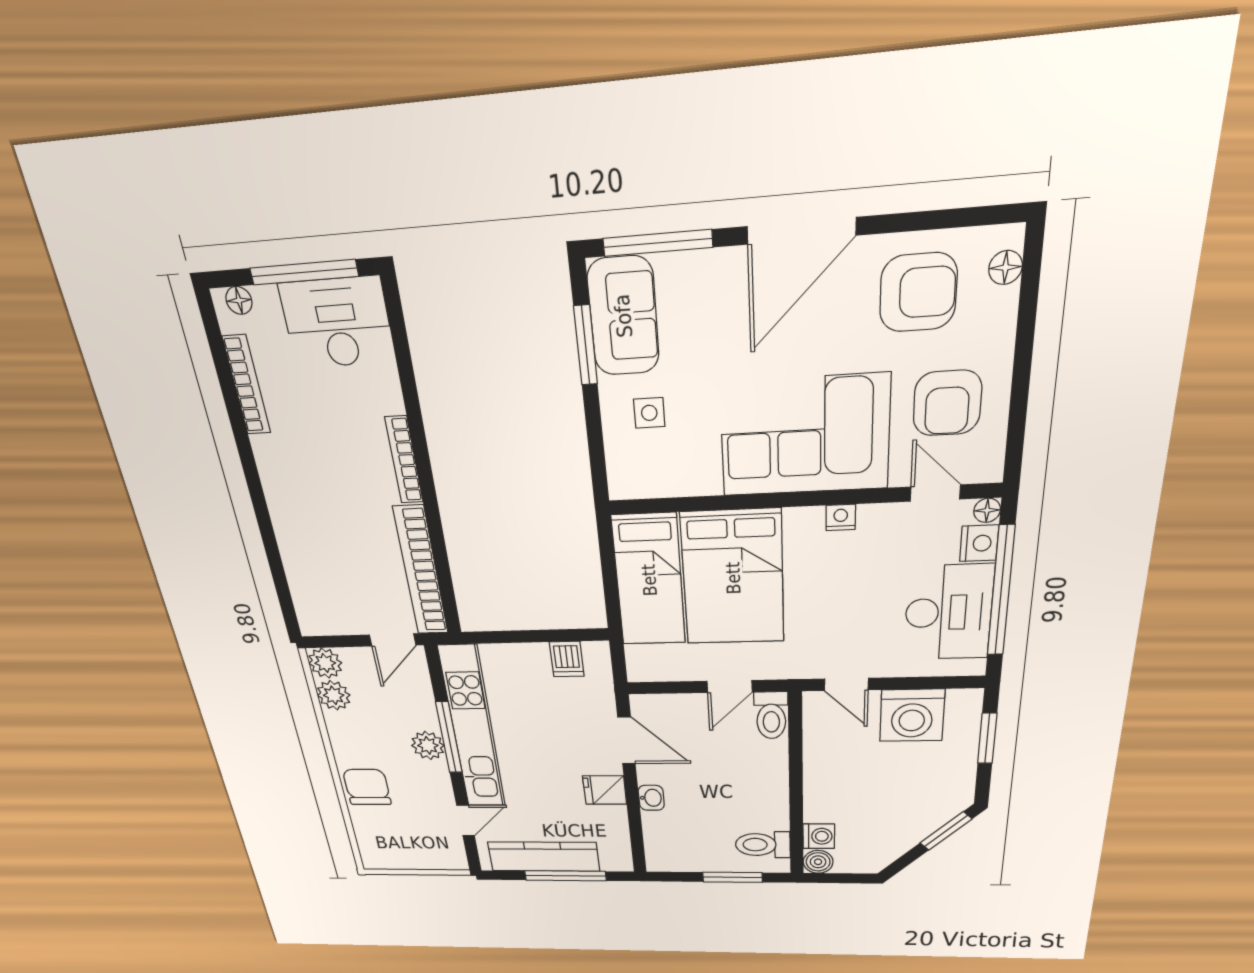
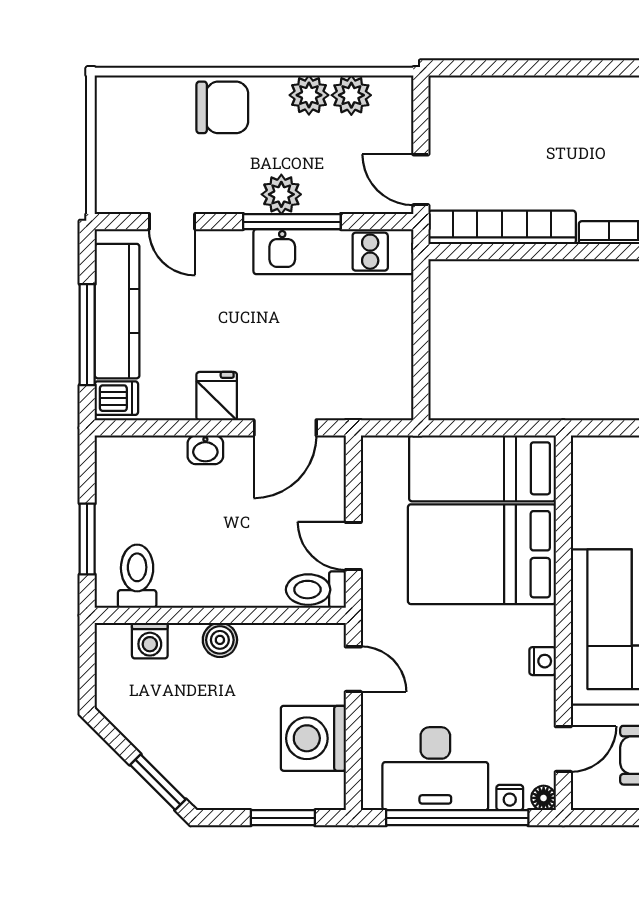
nightstand: (979, 543) -> (510, 798), width x0.72, depth x0.74
dishwasher: (567, 659) -> (116, 398), moved, turned 180
plant: (325, 663) -> (309, 95), moved
door: (846, 684) -> (353, 669), swing flipped
kitchen unit: (472, 728) -> (333, 252), width x0.73
boiler: (818, 862) -> (220, 640), moved

